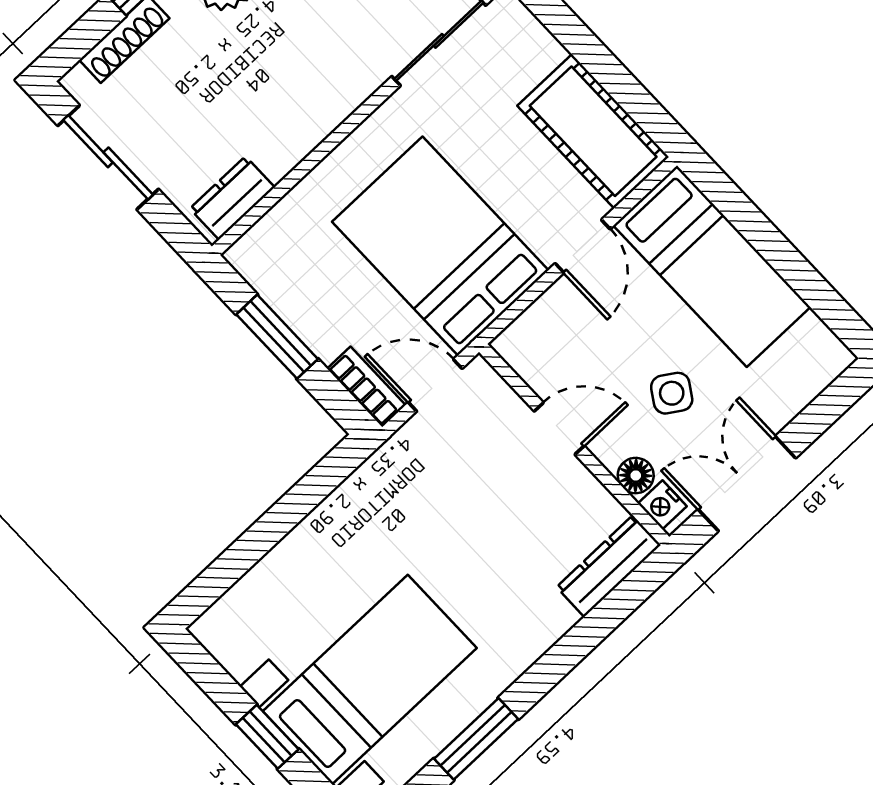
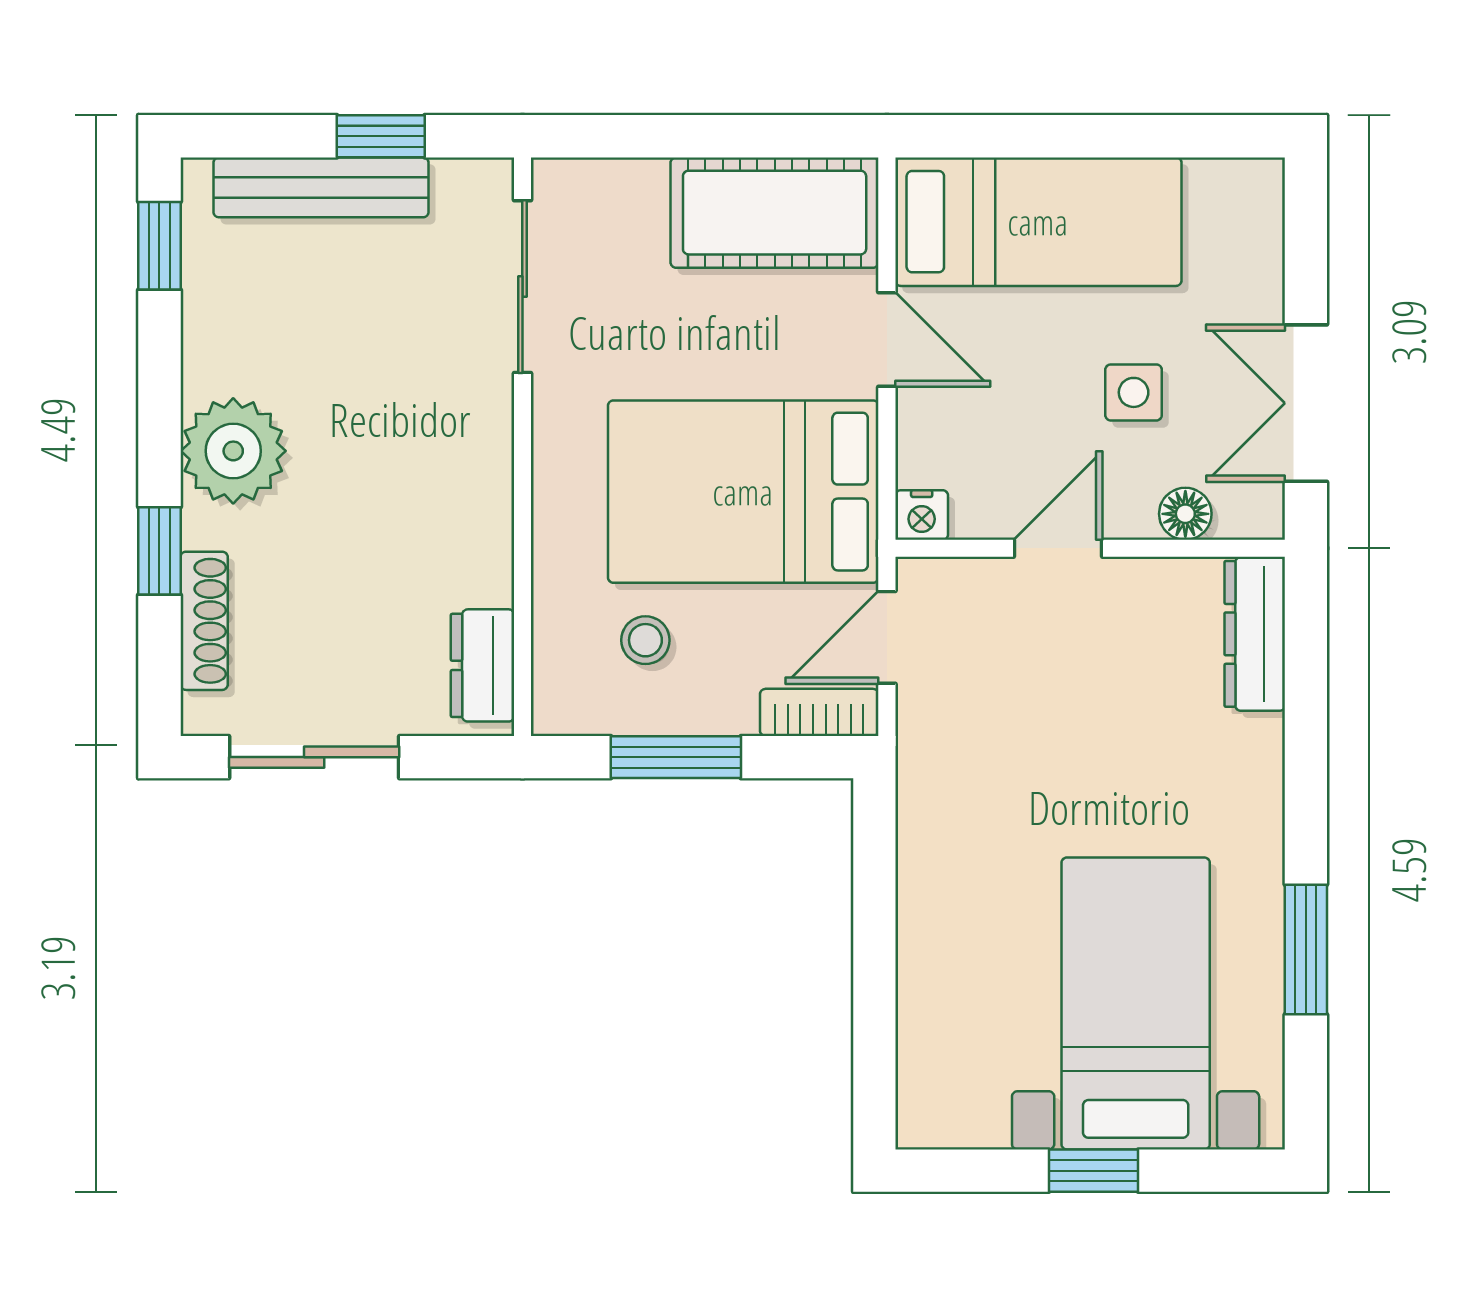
stool: (321, 267) -> (645, 640), added
side table: (672, 393) -> (1134, 392), turned -33
nightstand: (662, 505) -> (922, 515), moved

